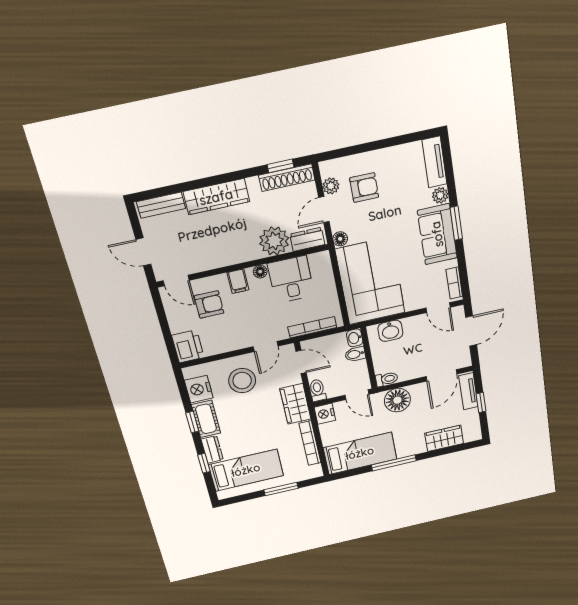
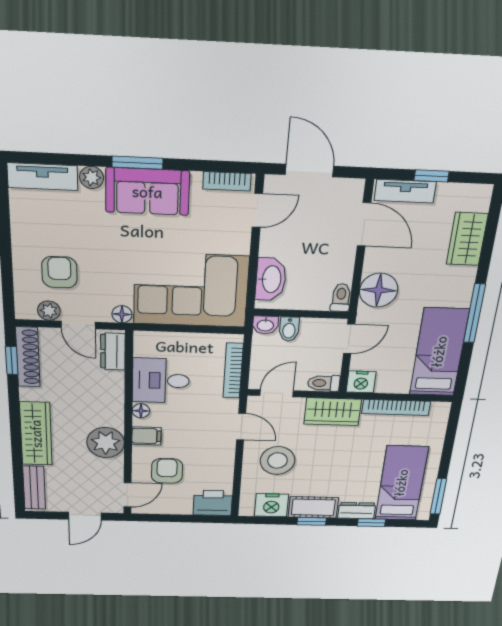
plant: (274, 241) -> (106, 443), moved
washbasin: (390, 331) -> (271, 279), width x1.38
window: (281, 489) -> (438, 496), moved

